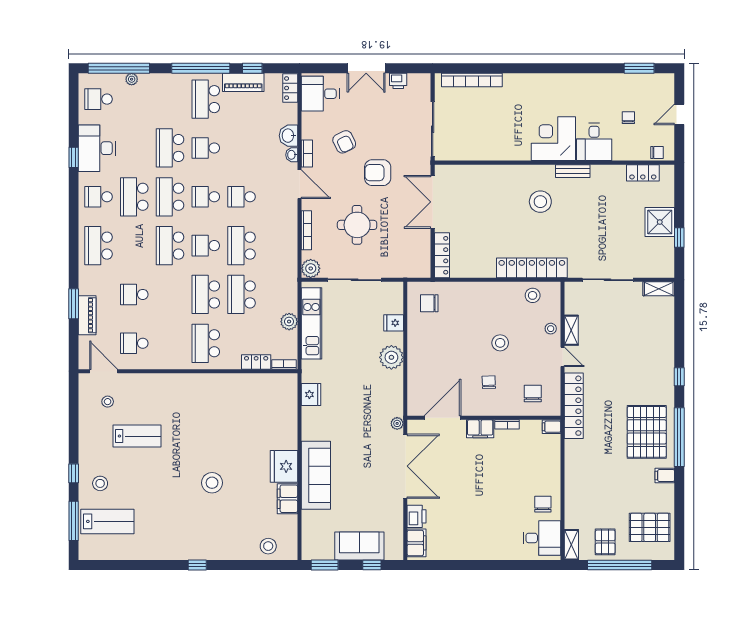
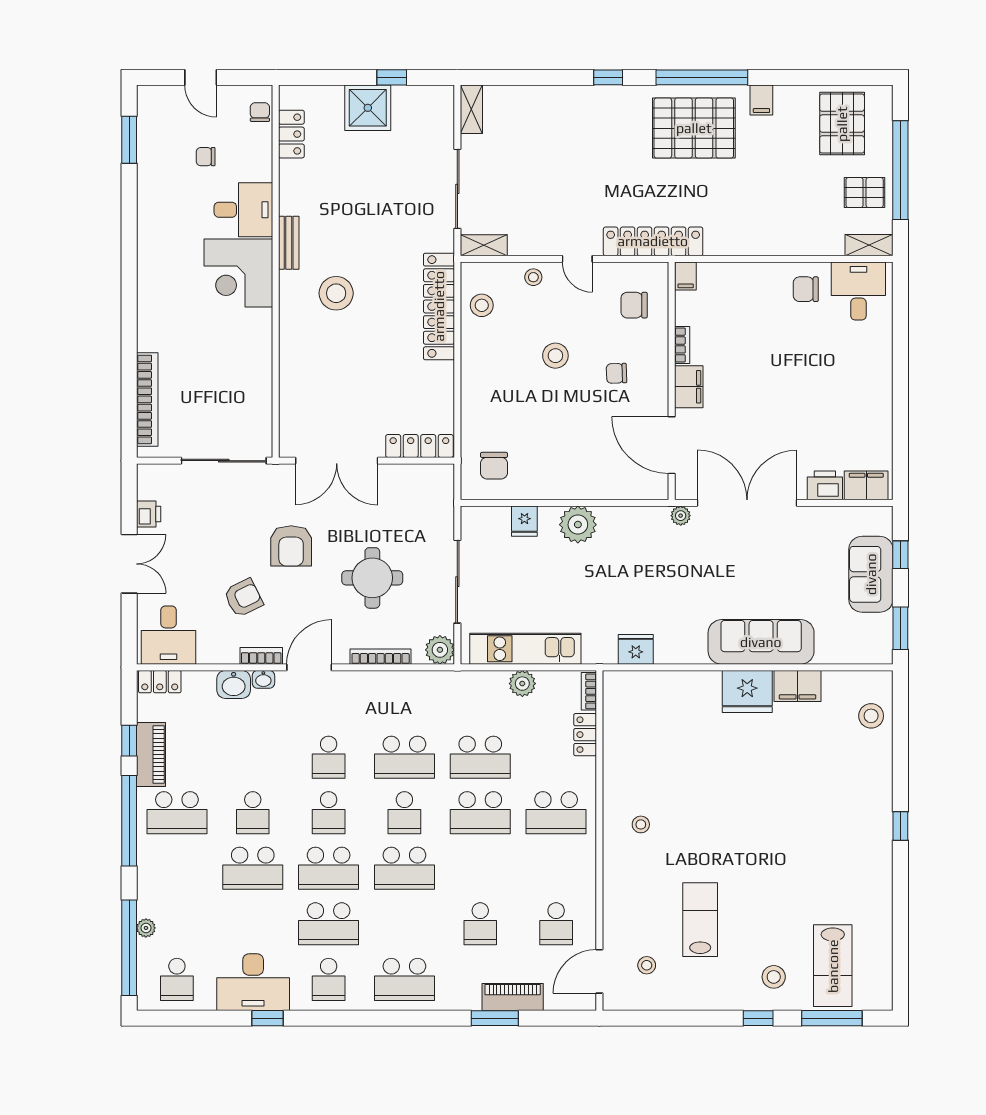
shelving: (571, 330) -> (484, 245), moved
door: (563, 357) -> (577, 259), swing flipped
stool: (212, 483) -> (641, 824), moved, width x0.53, depth x0.53
lab bench: (107, 521) -> (833, 966), turned 180

